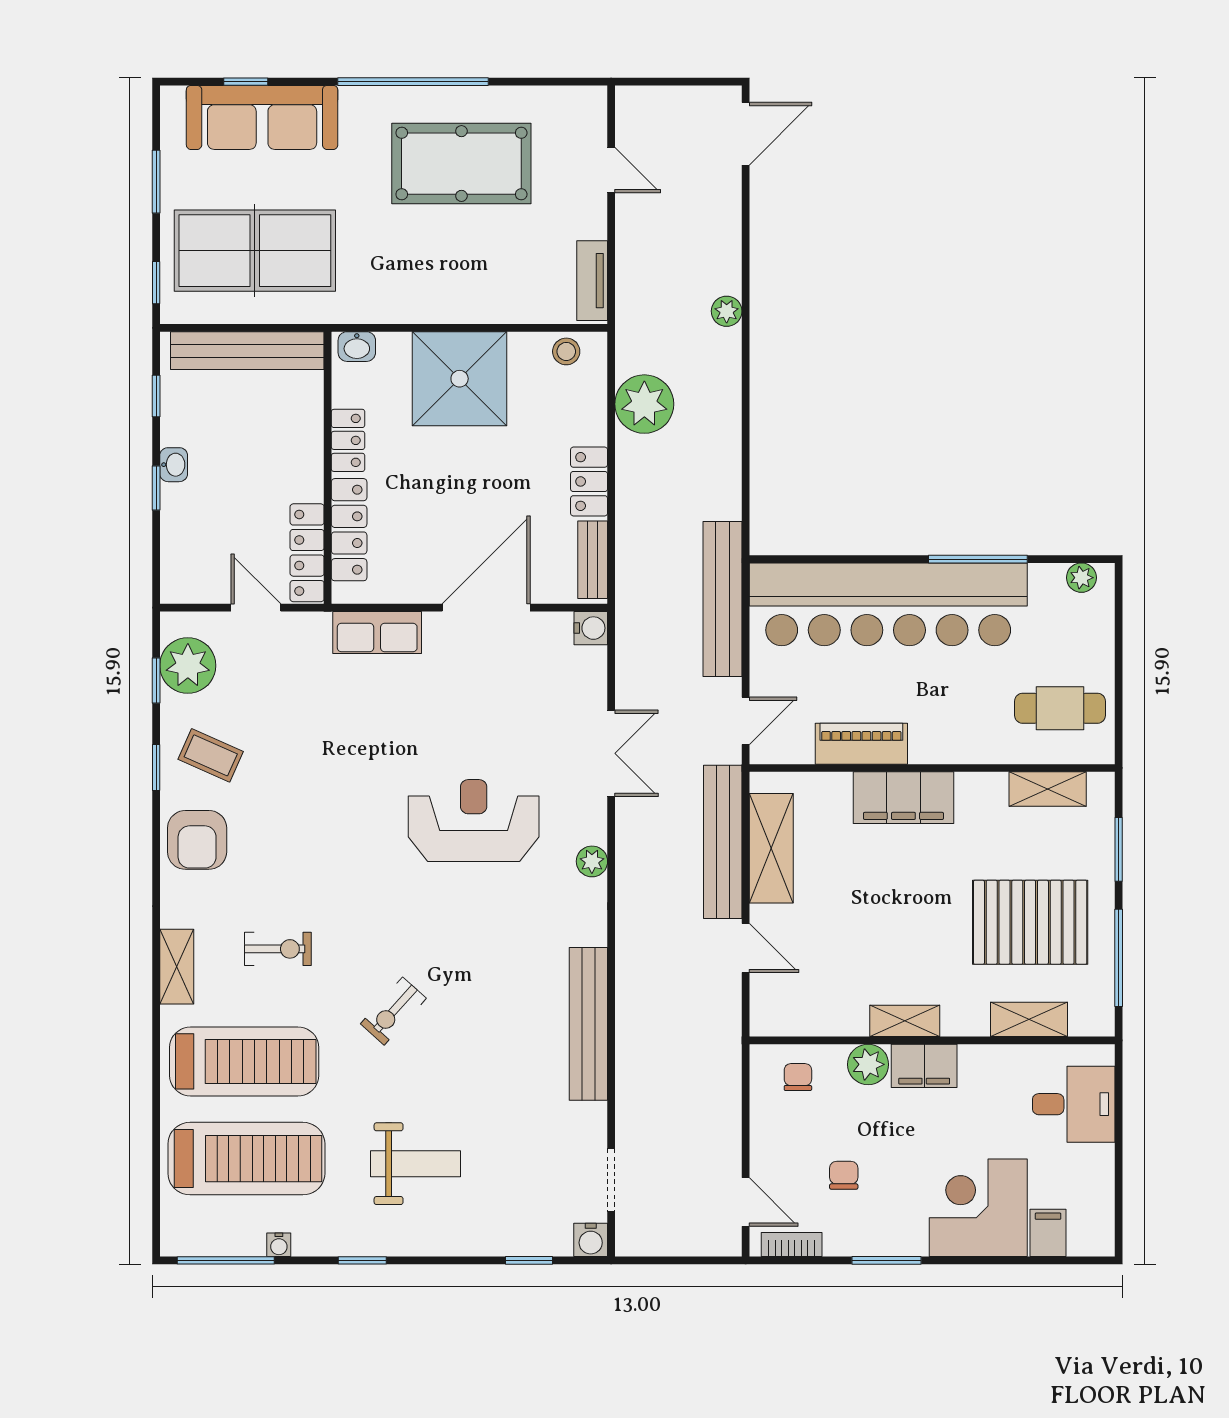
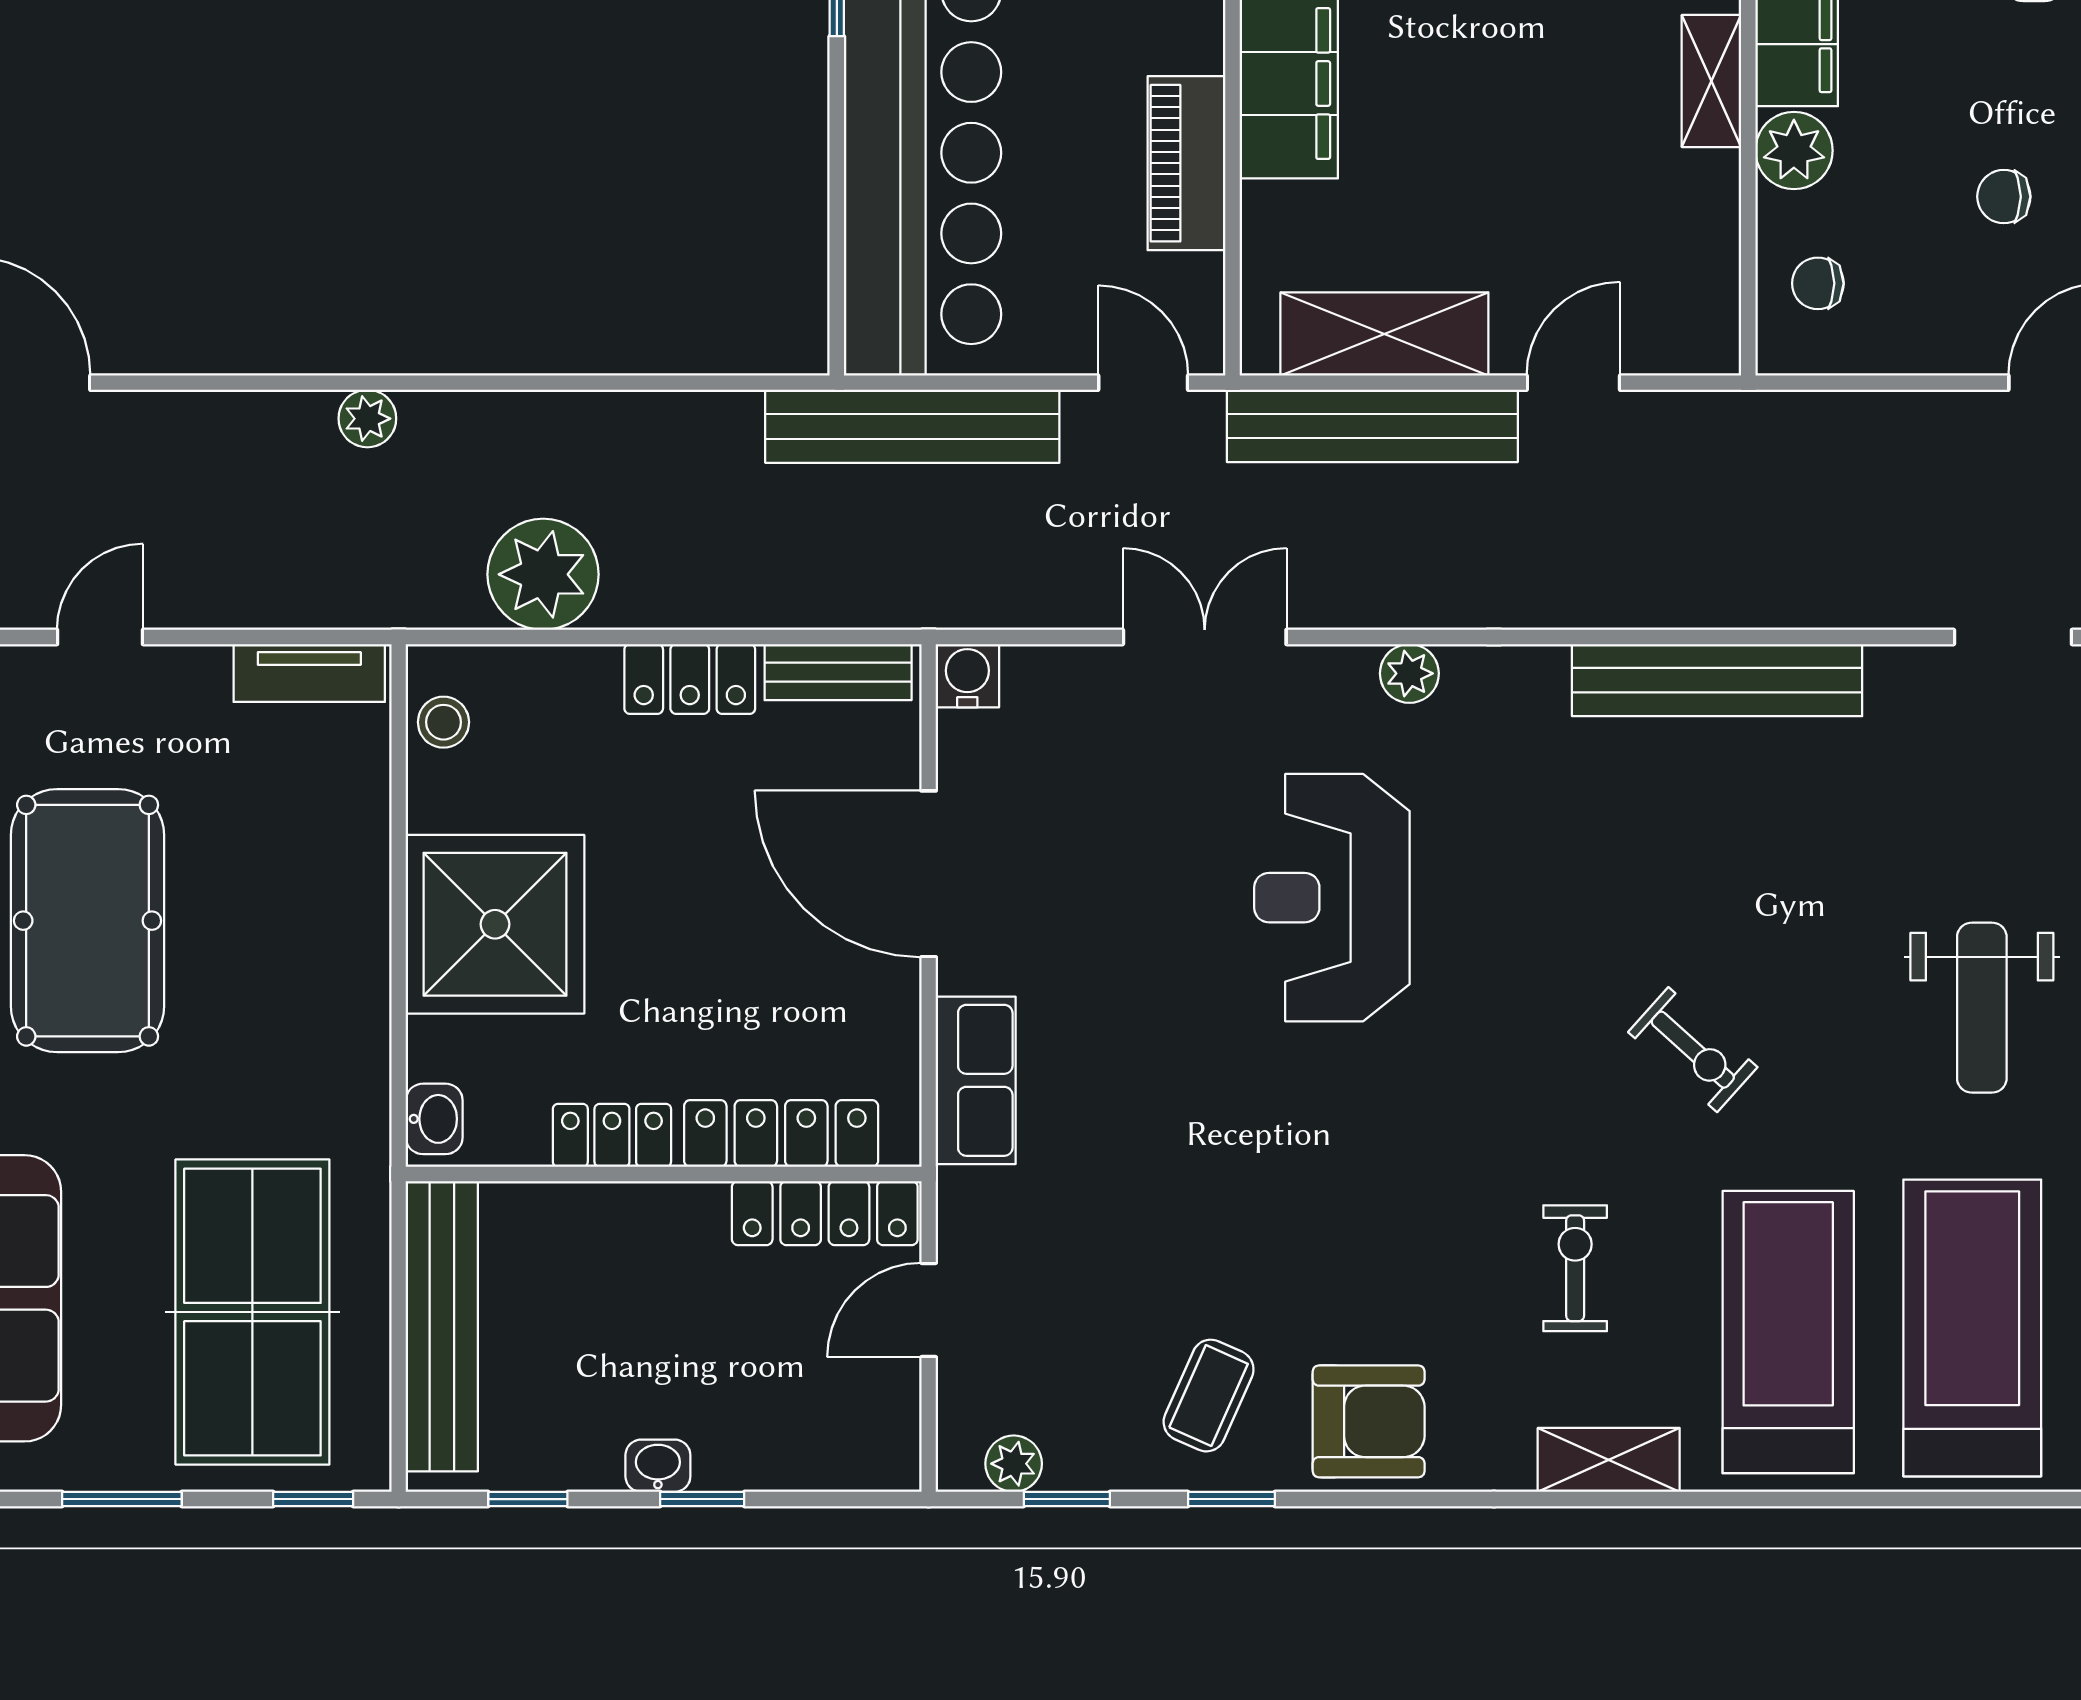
plant: (188, 666) -> (1014, 1464), width x0.53, depth x0.53
weight bench: (416, 1164) -> (1982, 1008), turned 180

